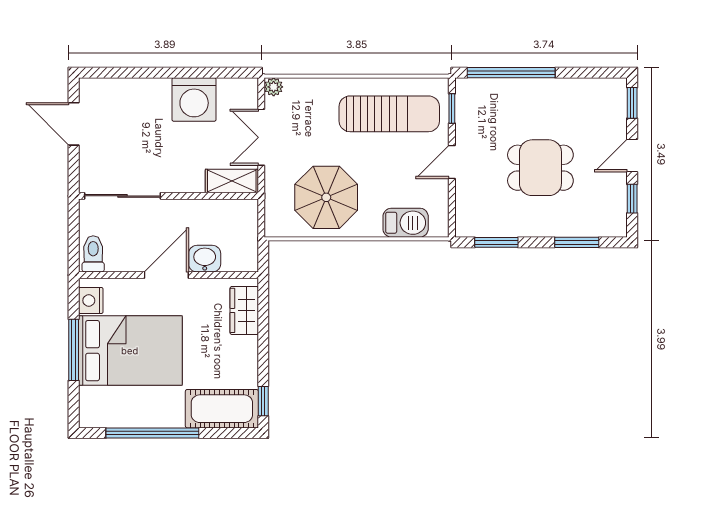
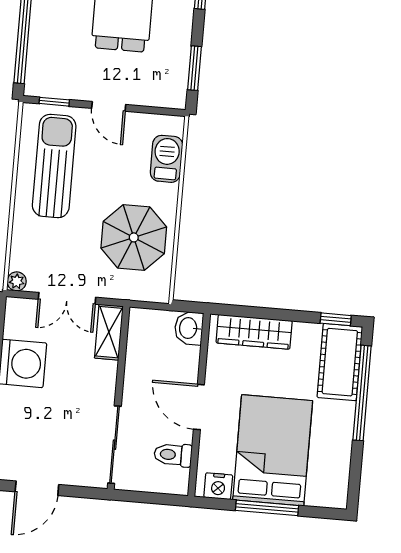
toilet: (93, 254) -> (173, 455), moved
washbasin: (205, 259) -> (189, 328), moved
wardrobe: (244, 310) -> (254, 332), width x1.50
window: (152, 433) -> (362, 393), moved

